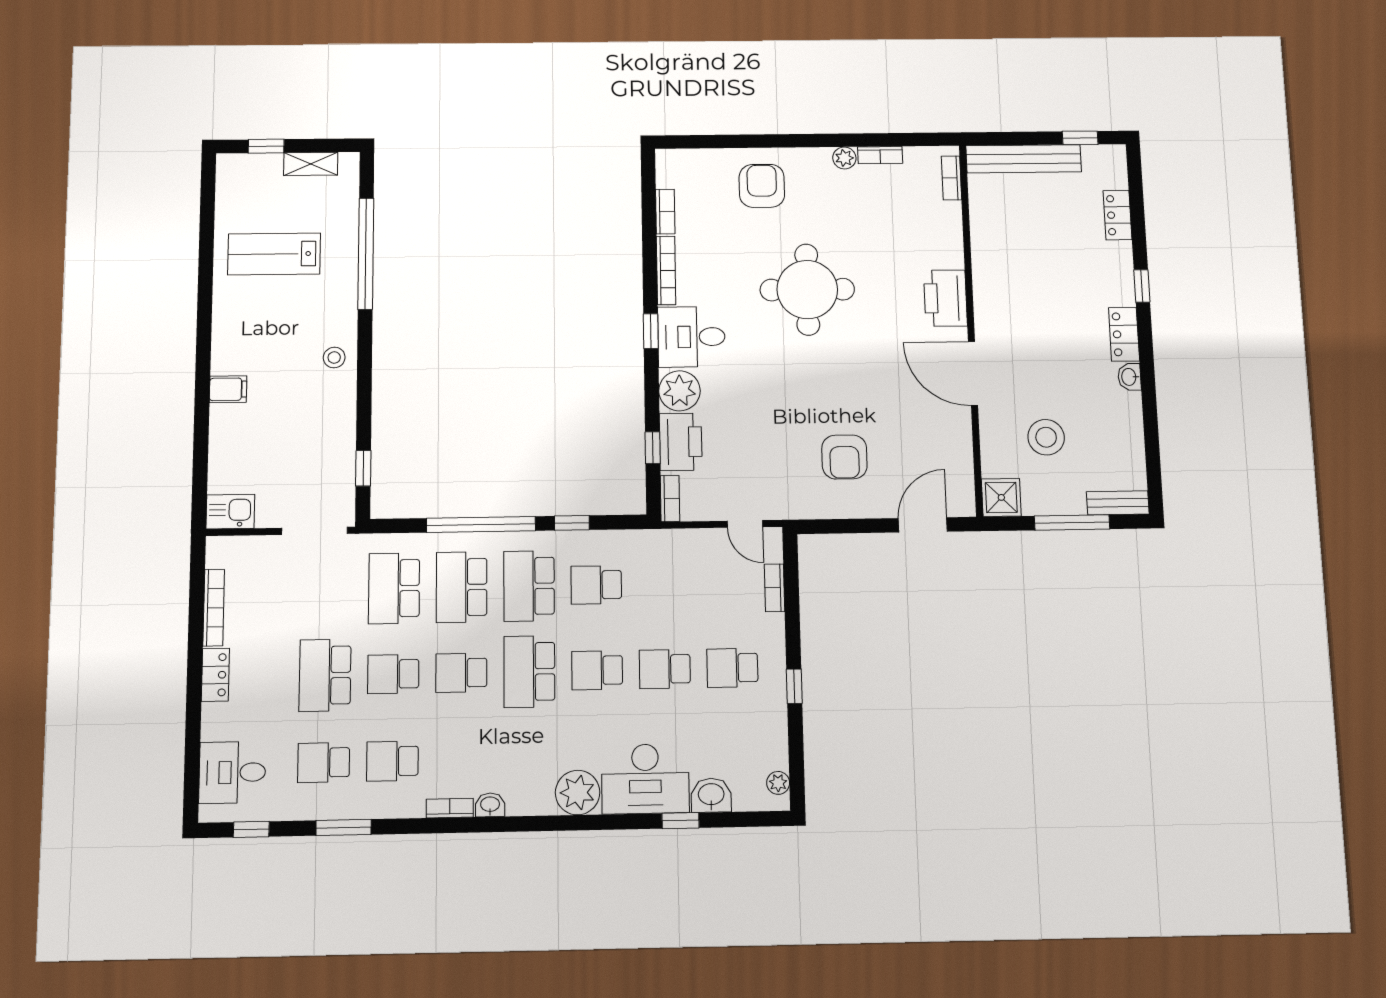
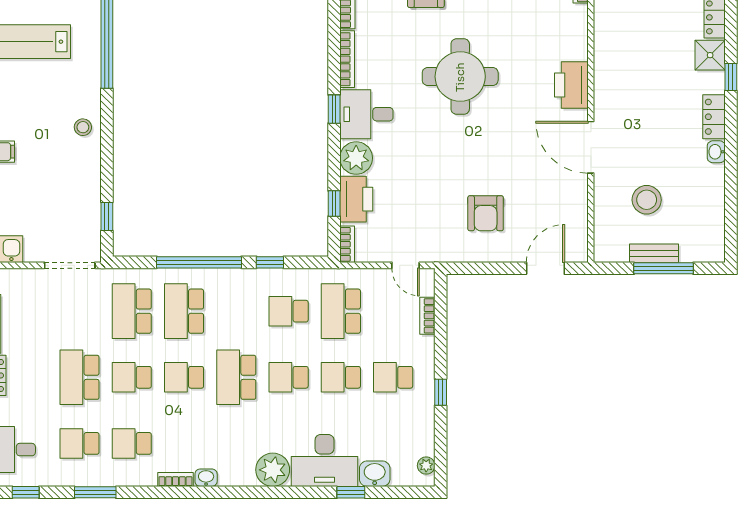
shower: (1001, 497) -> (710, 55), moved
bench: (1118, 503) -> (654, 253), moved
school desk: (529, 586) -> (341, 311), moved

